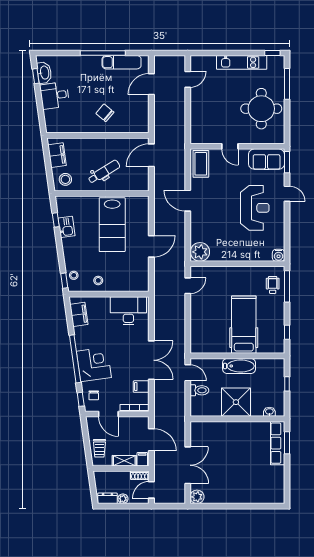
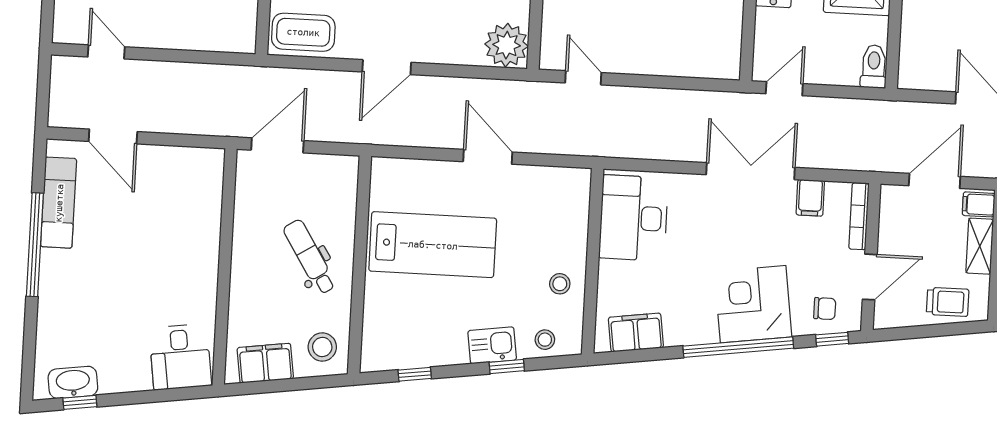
desk: (55, 95) -> (180, 357), moved
chair: (105, 113) -> (173, 247), removed
door: (151, 155) -> (277, 145), swing flipped
kitchen sink: (67, 227) -> (492, 345), moved
window: (64, 281) -> (507, 367), moved
toilet: (199, 390) -> (874, 66), moved

